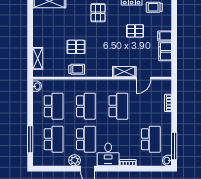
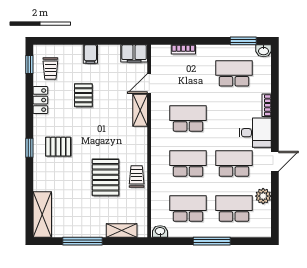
window: (30, 30) -> (82, 241), added
pallet: (76, 47) -> (106, 177), width x1.50, depth x1.42
filing cabinet: (165, 51) -> (134, 53), moved
door: (144, 78) -> (149, 83), swing flipped
window: (30, 139) -> (212, 241), moved
window: (174, 146) -> (243, 41), width x0.69
plant: (75, 160) -> (263, 196), moved

